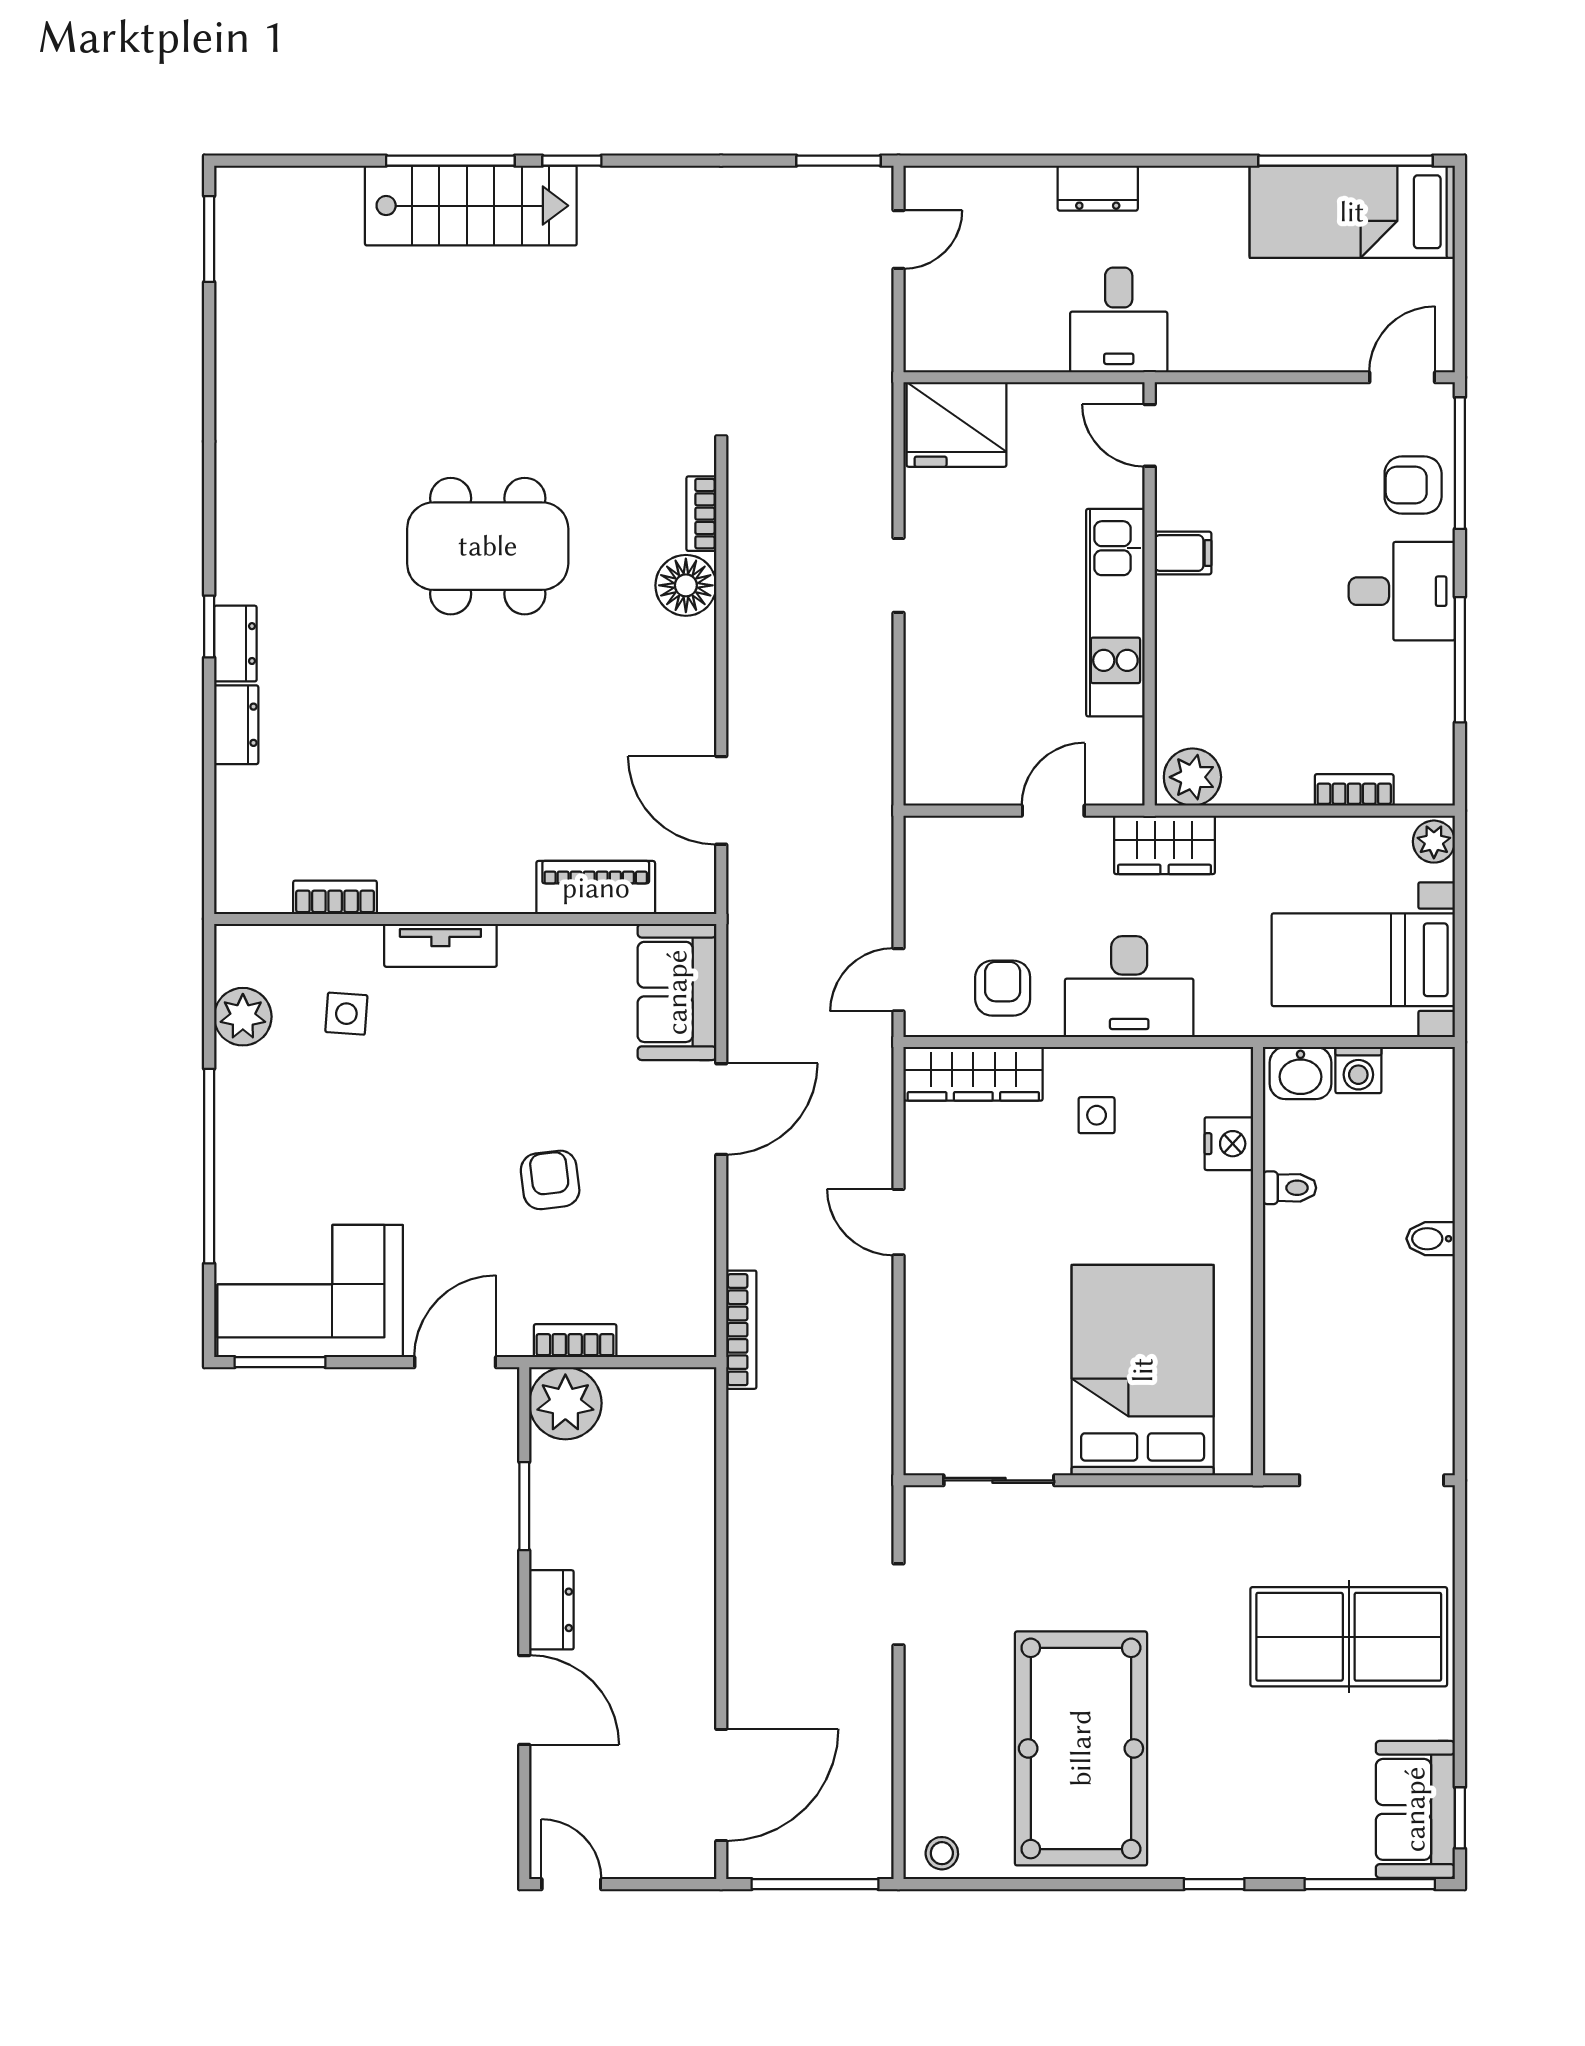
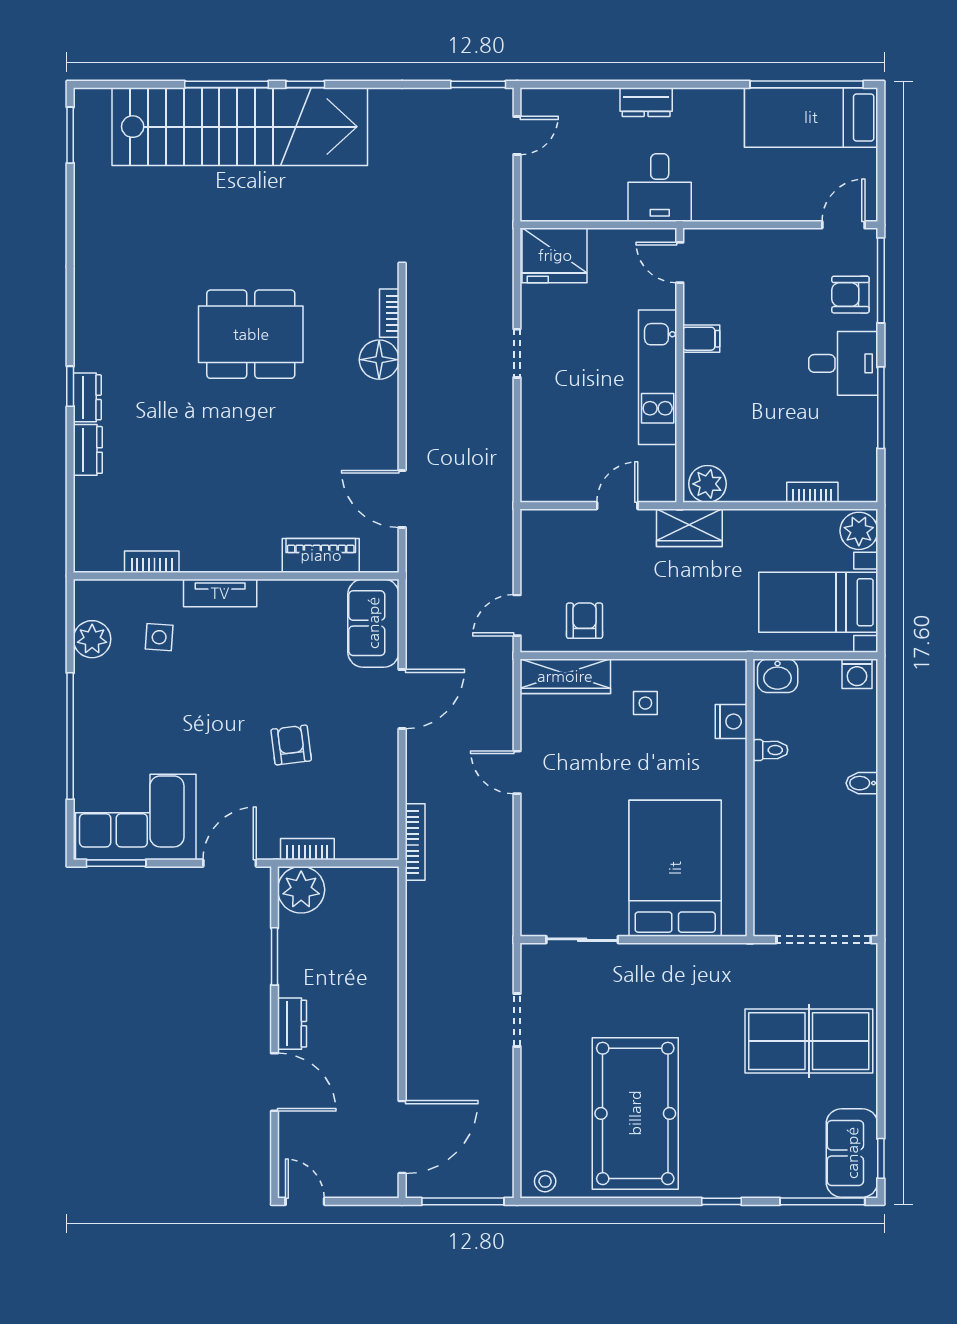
stairs: (471, 206) -> (240, 127), width x1.86, depth x1.51
plant: (1434, 842) -> (859, 531), width x1.38, depth x1.38
desk: (1129, 987) -> (666, 620), removed
washing machine: (1358, 1070) -> (857, 674), moved

